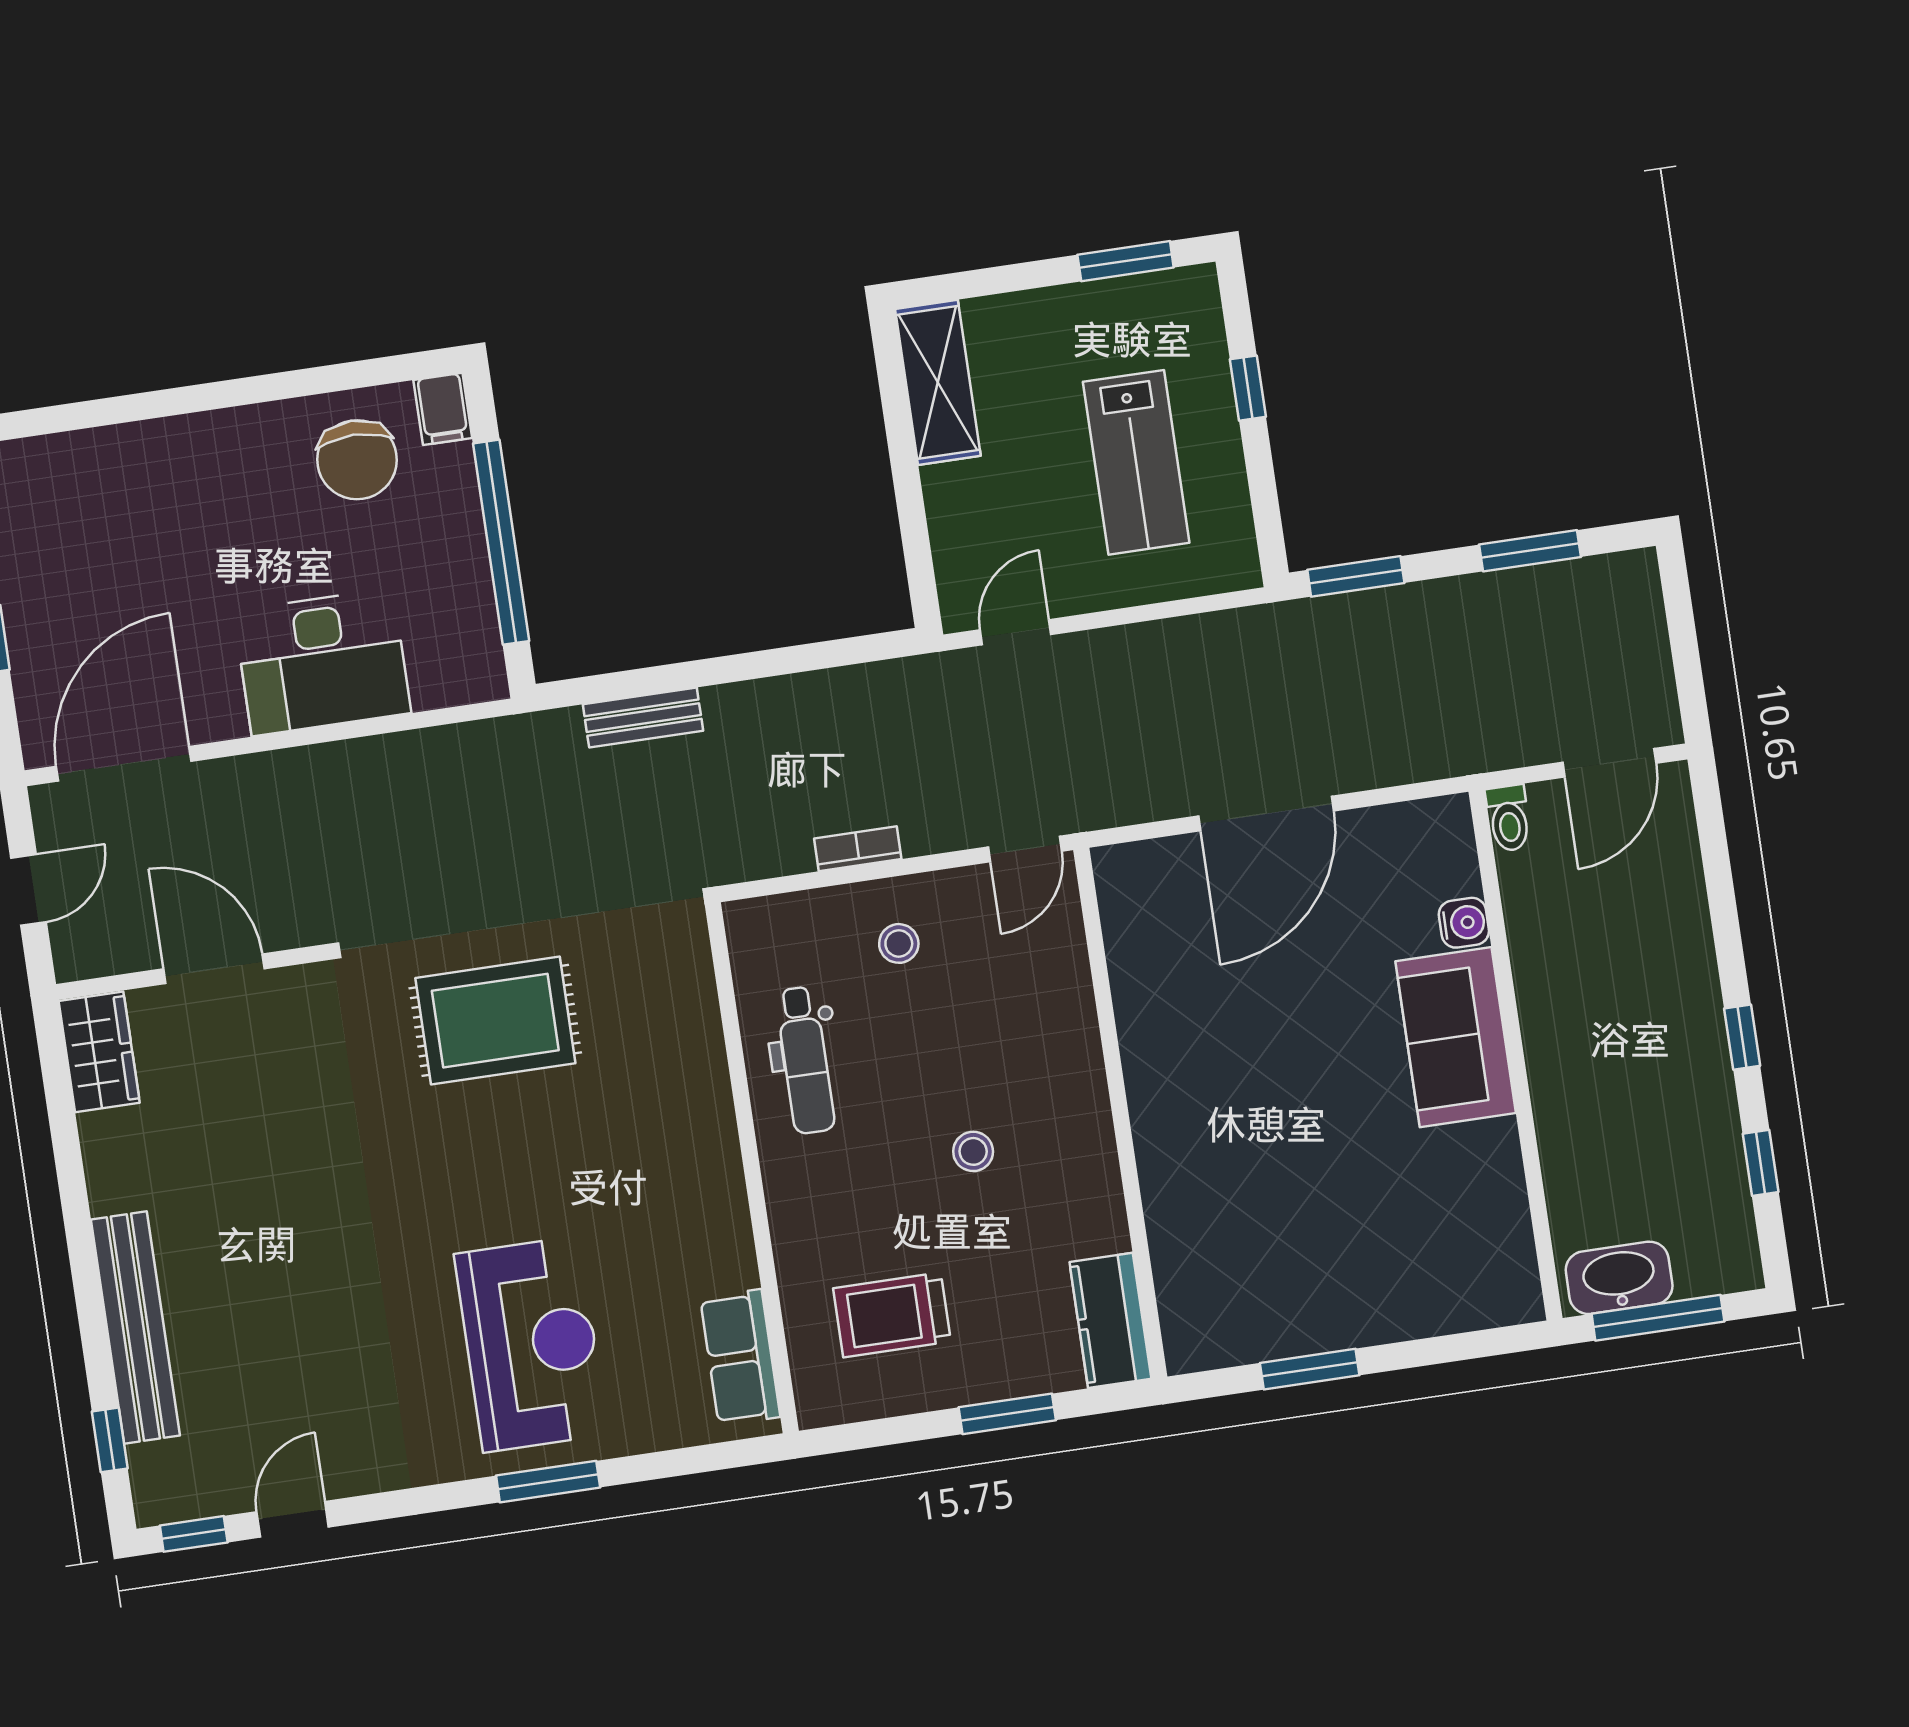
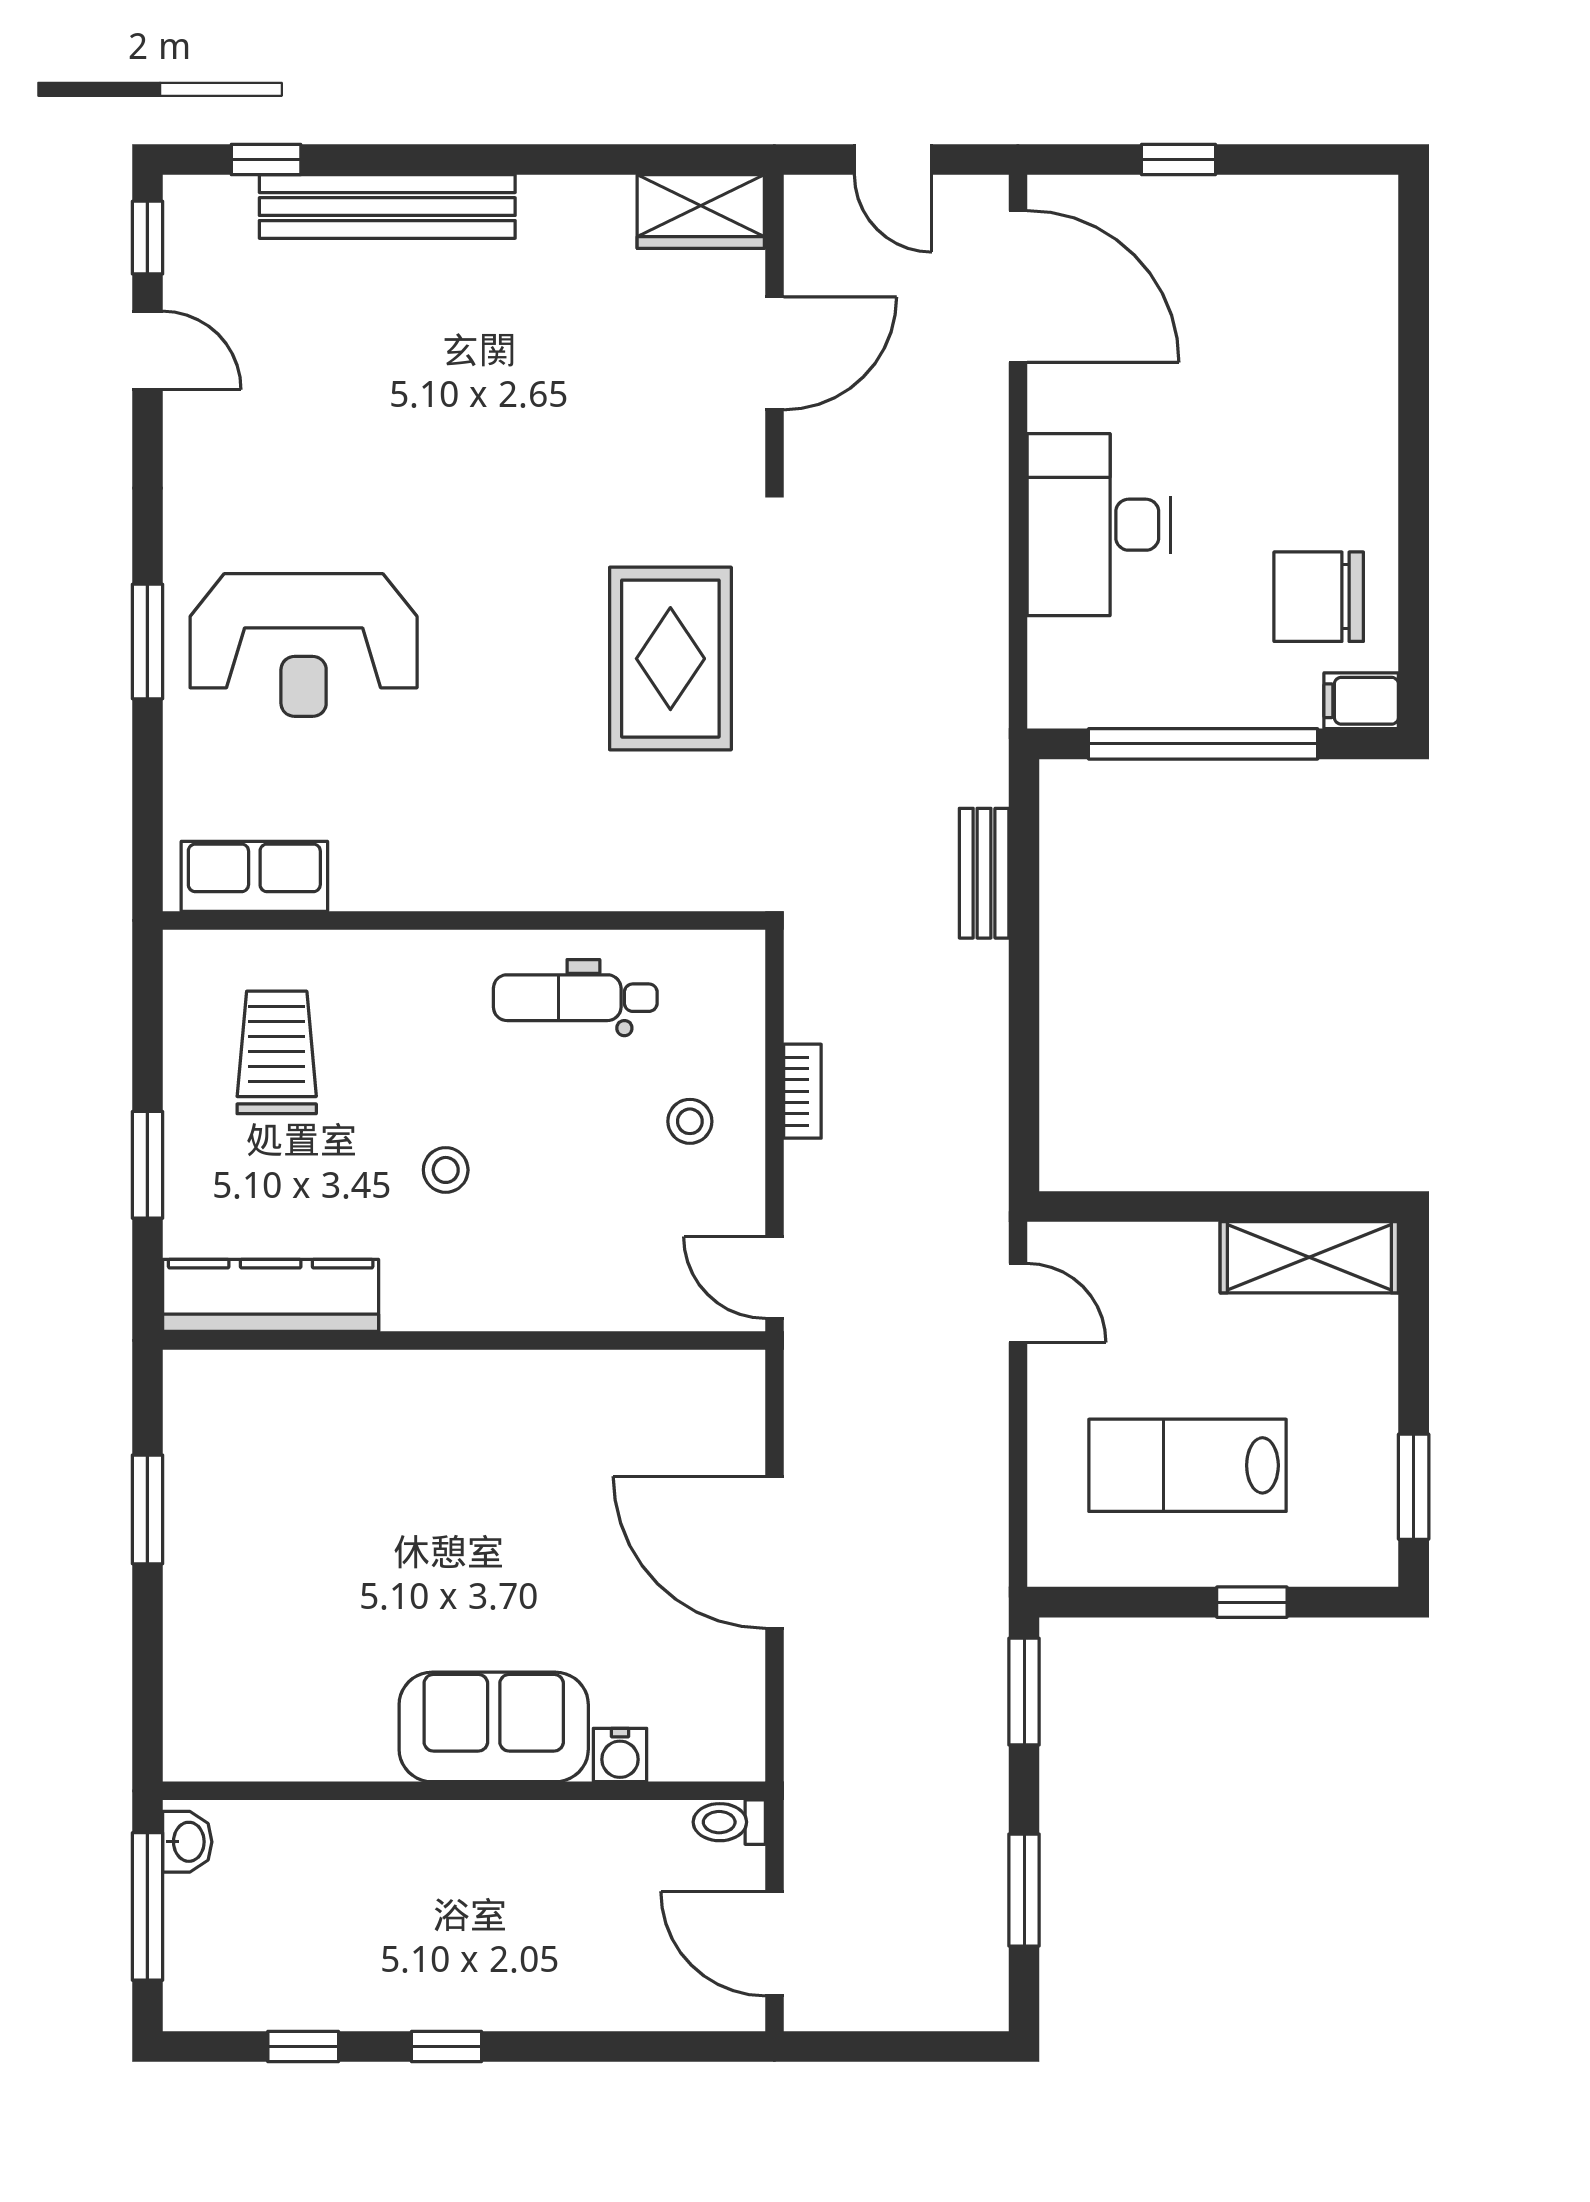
washbasin: (1619, 1278) -> (187, 1842), width x0.52, depth x0.69
kitchen counter: (1110, 1320) -> (271, 1295), width x1.50

